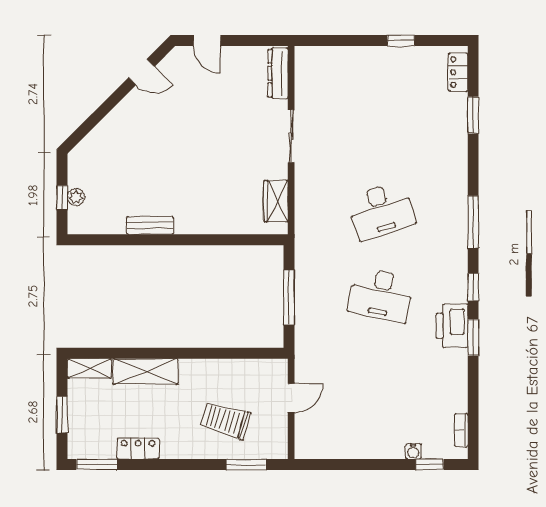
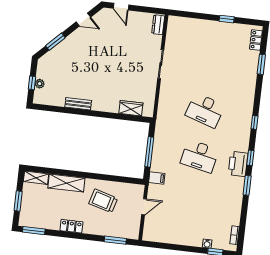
dresser: (278, 73) -> (158, 25), width x0.70
window: (96, 118) -> (55, 42), added
wardrobe: (276, 201) -> (131, 108), moved, turned 90
desk: (381, 210) -> (205, 110), turned 36
window: (473, 222) -> (254, 122), width x0.46
printer: (452, 326) -> (238, 164), moved
filing cabinet: (308, 343) -> (157, 178), added
trolley: (225, 420) -> (103, 201), moved
locker: (138, 449) -> (71, 226), moved

